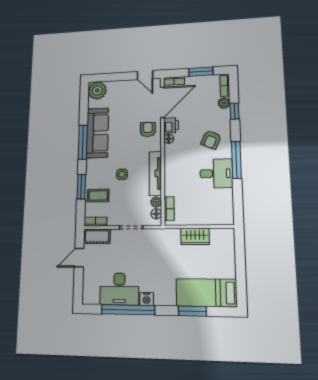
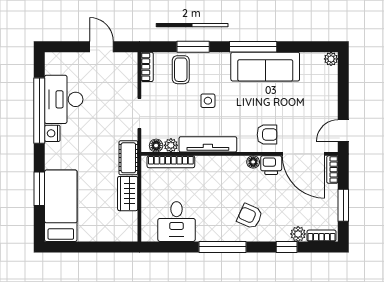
plant: (97, 91) -> (331, 59), width x0.53, depth x0.53
desk: (216, 174) -> (177, 222), moved
bookcase: (169, 209) -> (171, 162), width x1.56
cot: (97, 236) -> (128, 158), moved

